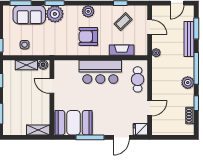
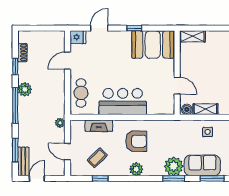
bench: (189, 39) -> (23, 161), moved, width x0.73
window: (90, 137) -> (134, 28), width x0.46

